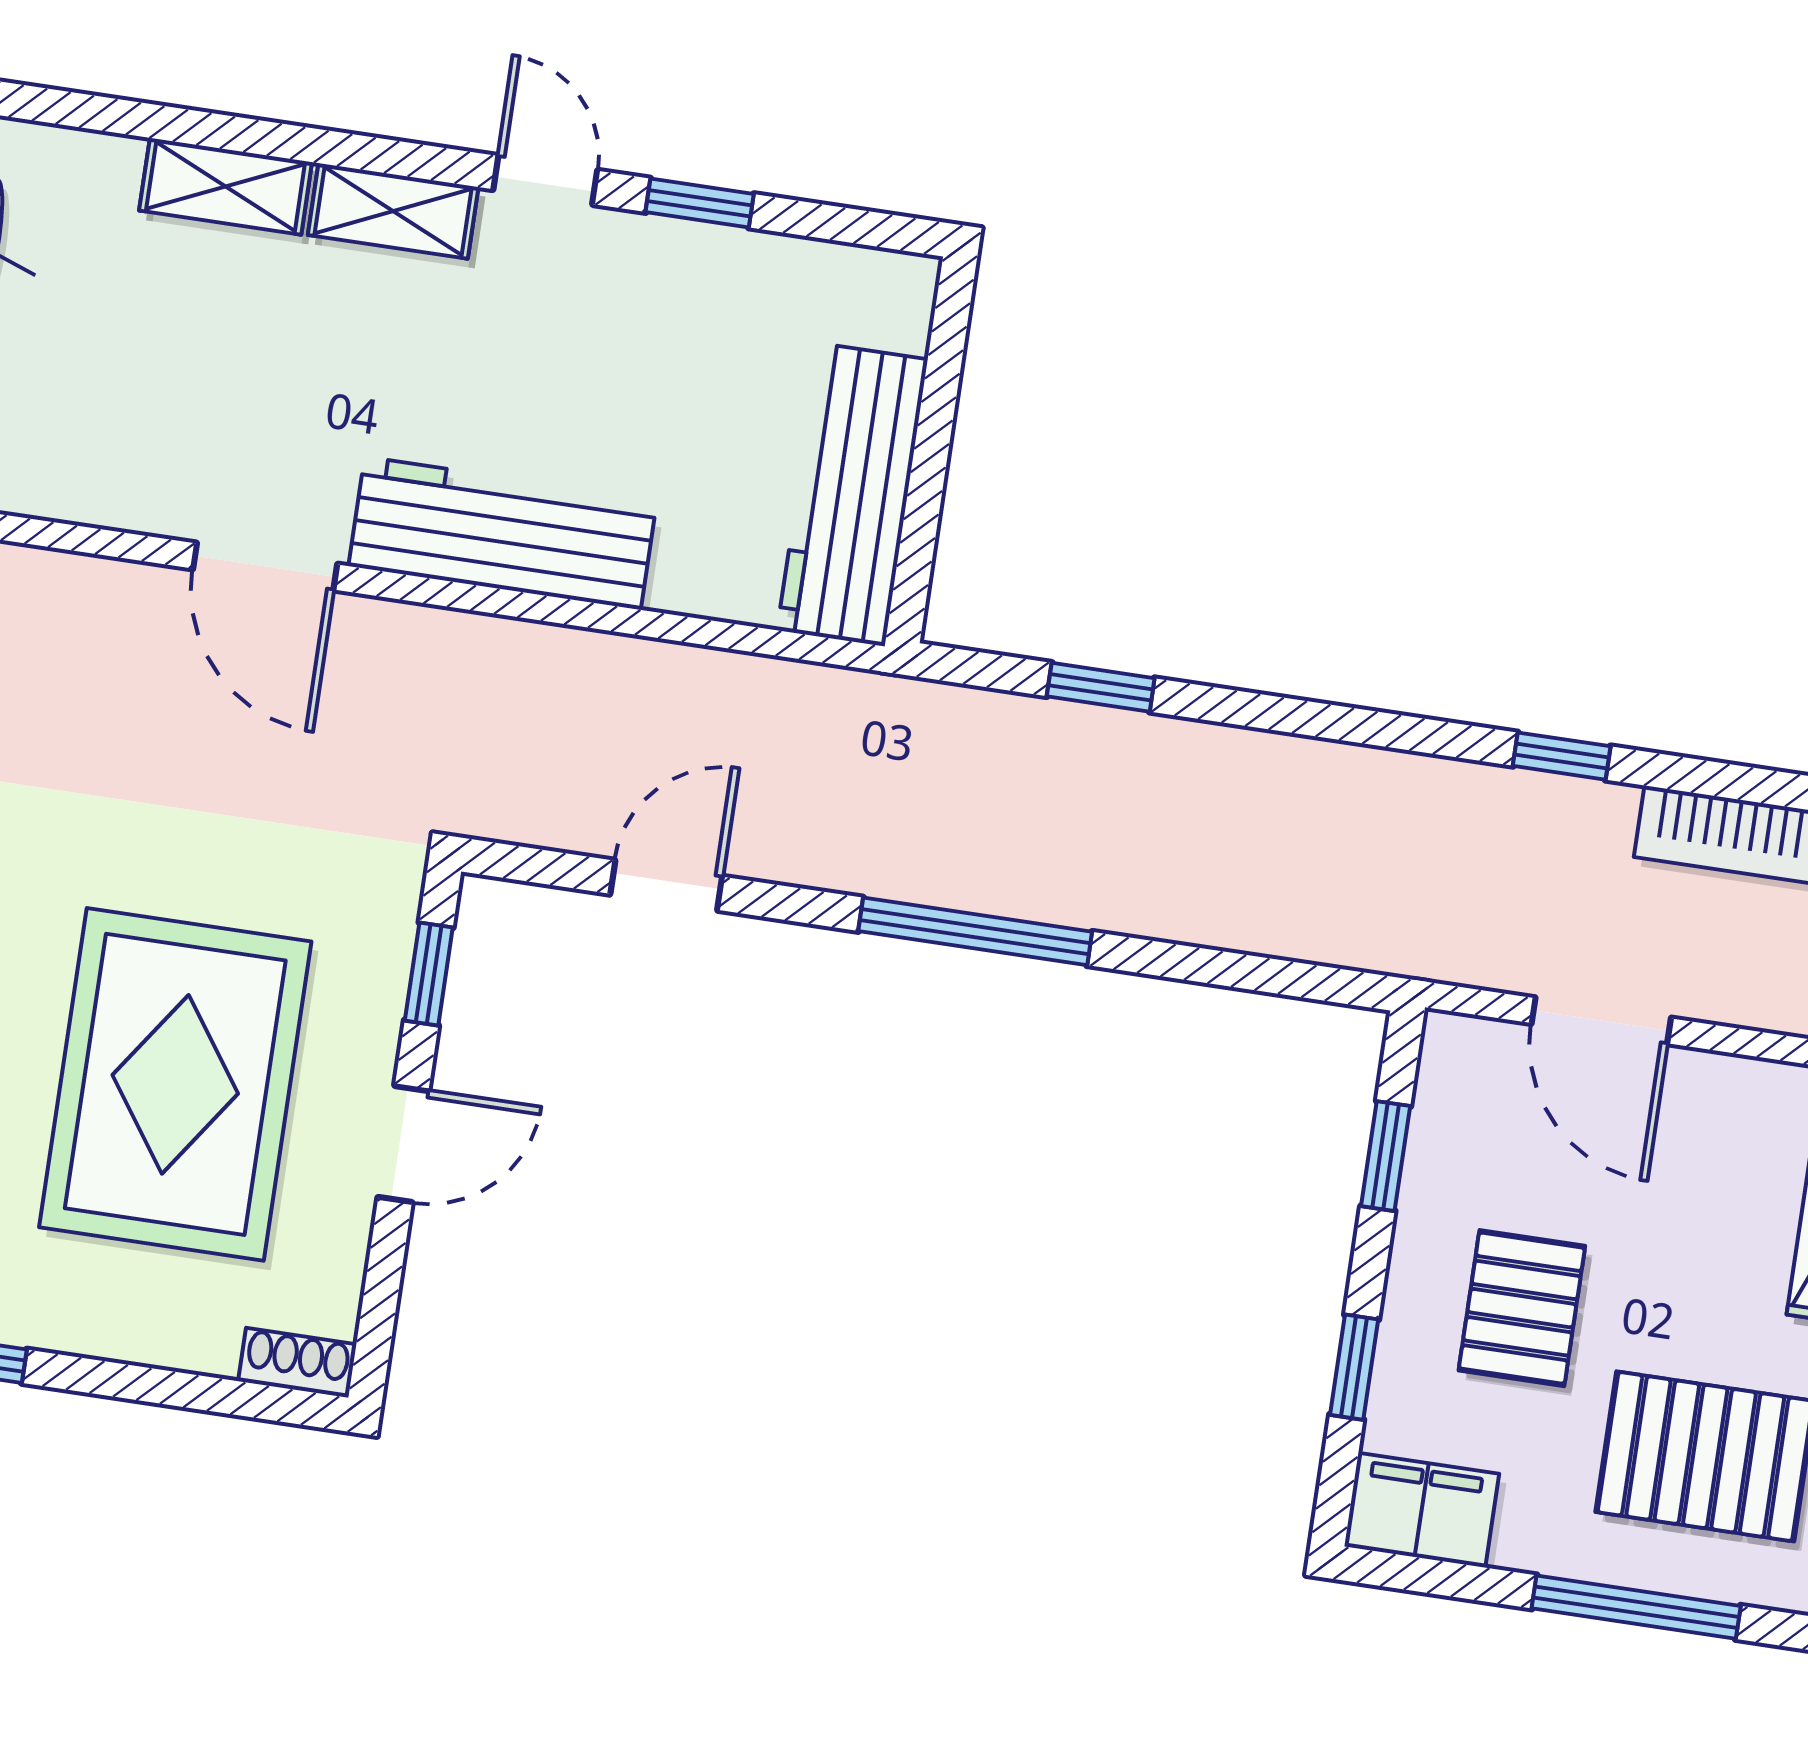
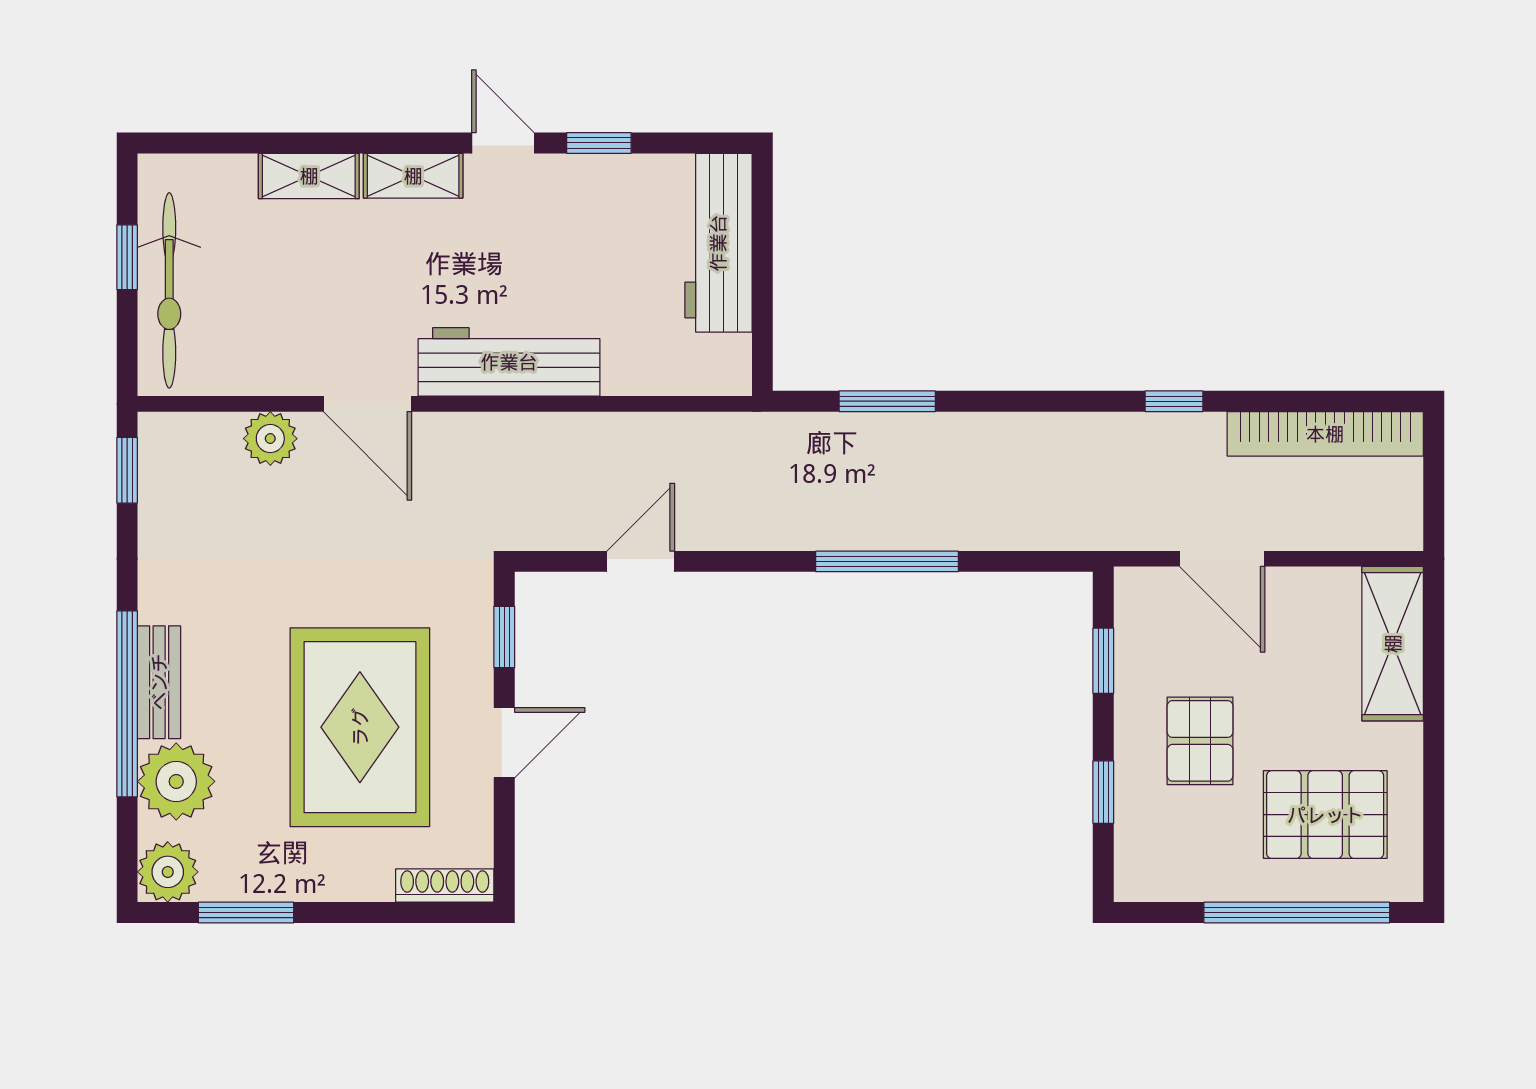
workbench: (852, 495) -> (718, 243), moved
plant: (101, 599) -> (270, 439), added
window: (1101, 687) -> (887, 401), width x1.50
window: (975, 931) -> (887, 561), moved
shoe rack: (297, 1363) -> (445, 886), width x1.43
filing cabinet: (1422, 1510) -> (1157, 873), removed
window: (1636, 1607) -> (1297, 913), width x1.46

